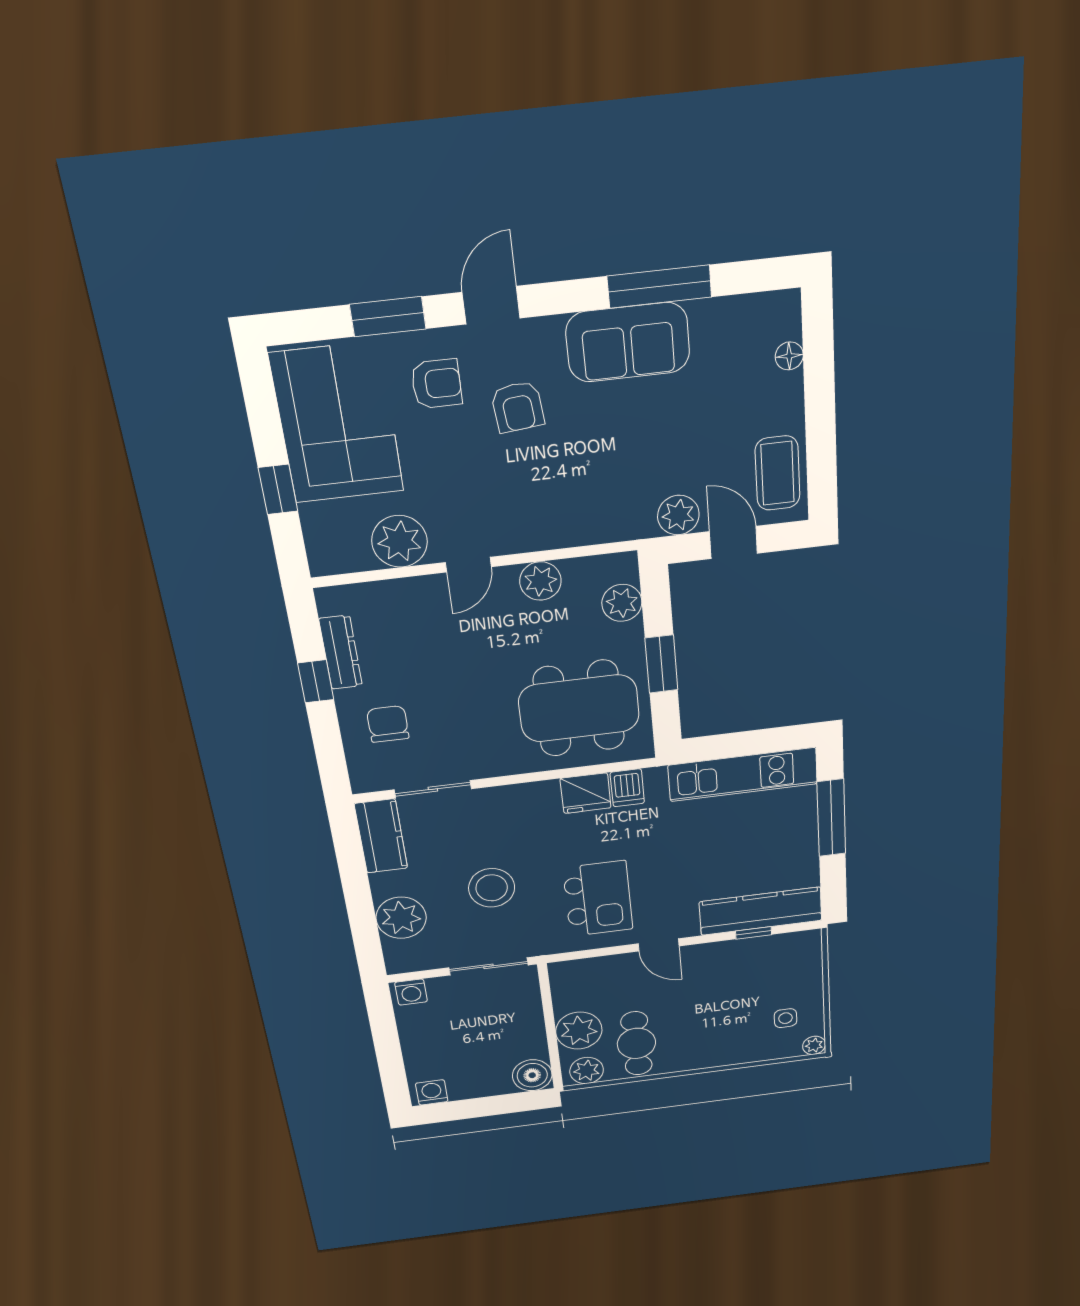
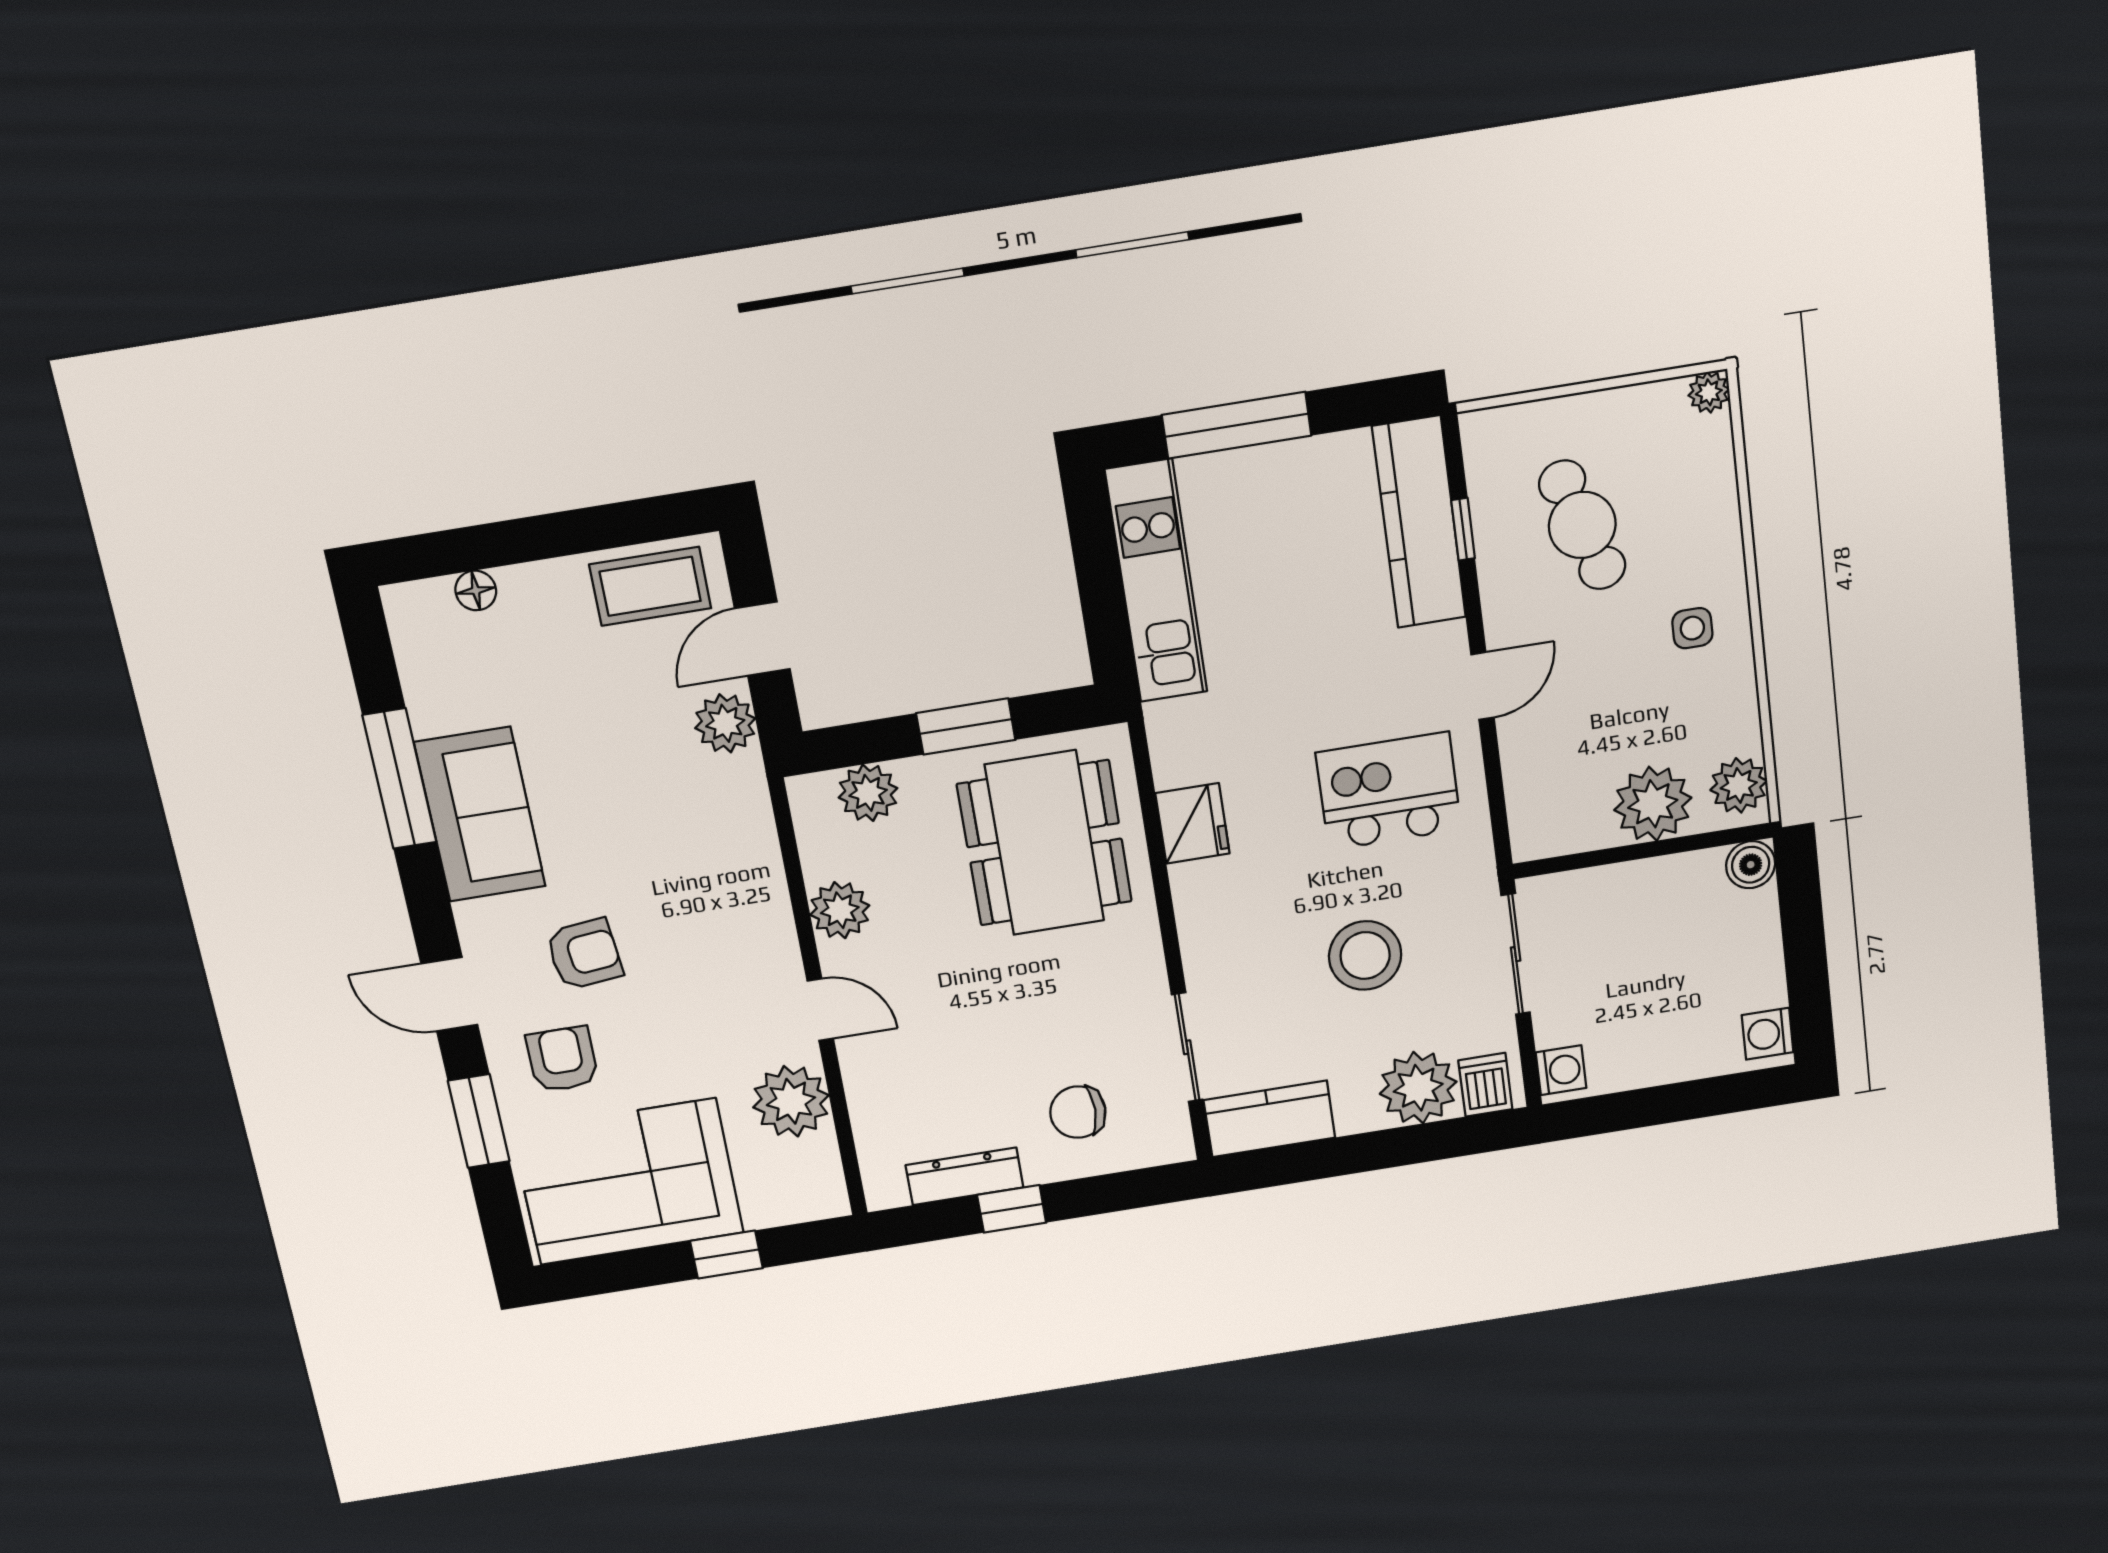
dishwasher: (627, 788) -> (1485, 1085), moved, turned -90
side table: (785, 1018) -> (1692, 628), moved
cafe table: (636, 1043) -> (1582, 525), moved, turned 72
boiler: (532, 1075) -> (1751, 865), width x0.73, depth x0.73

